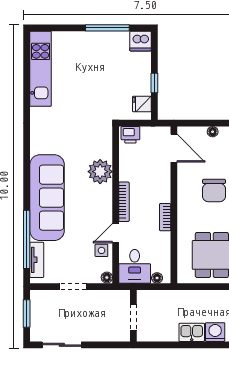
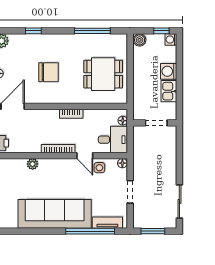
plant: (100, 172) -> (33, 164), width x0.53, depth x0.53
wall: (133, 316) -> (155, 123), moved
doorway: (133, 317) -> (156, 123), moved

